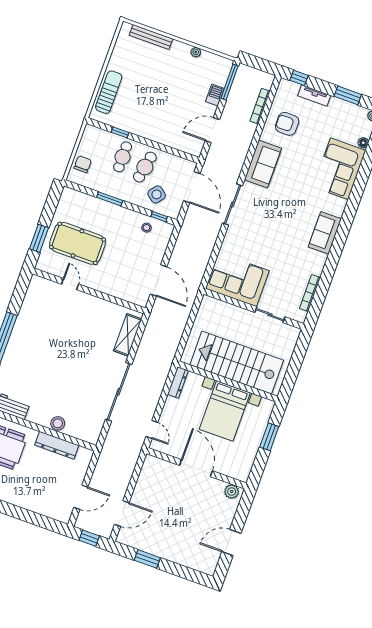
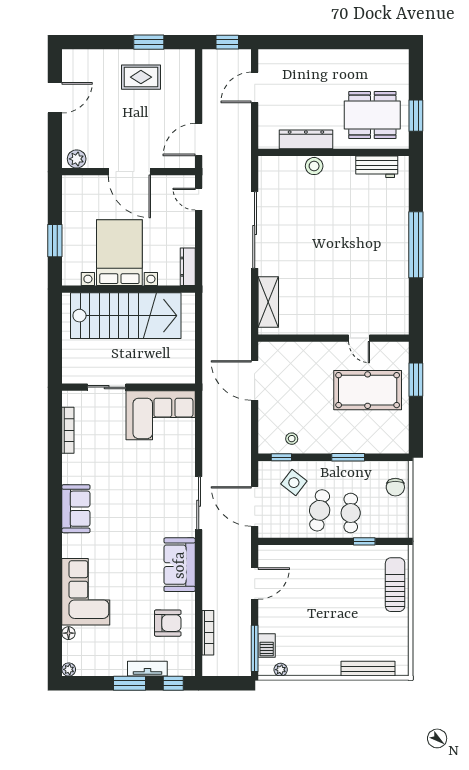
plant: (196, 52) -> (281, 670), moved
sun lounger: (109, 92) -> (395, 585), turned 180
barbecue: (215, 95) -> (267, 645), moved
window: (348, 95) -> (129, 683), moved
door: (122, 514) -> (199, 140), moved
rug: (162, 535) -> (141, 77), added

